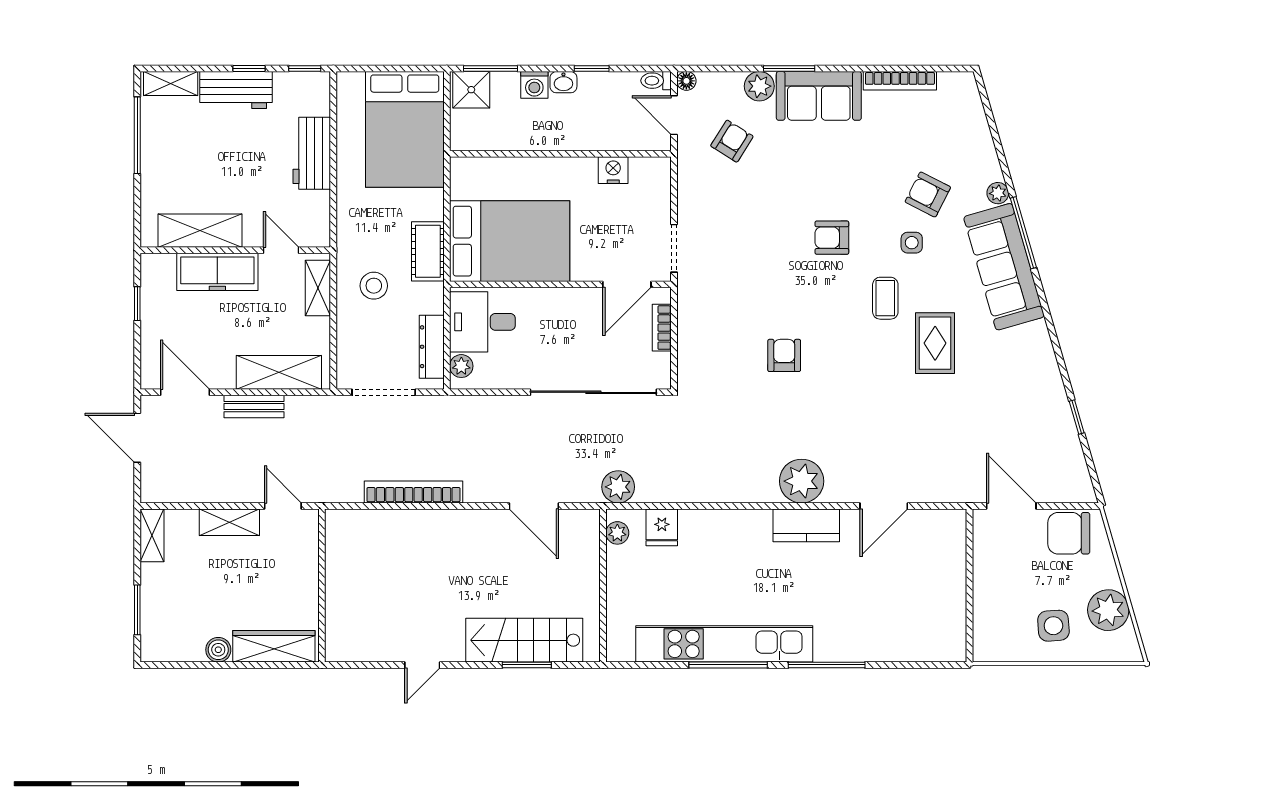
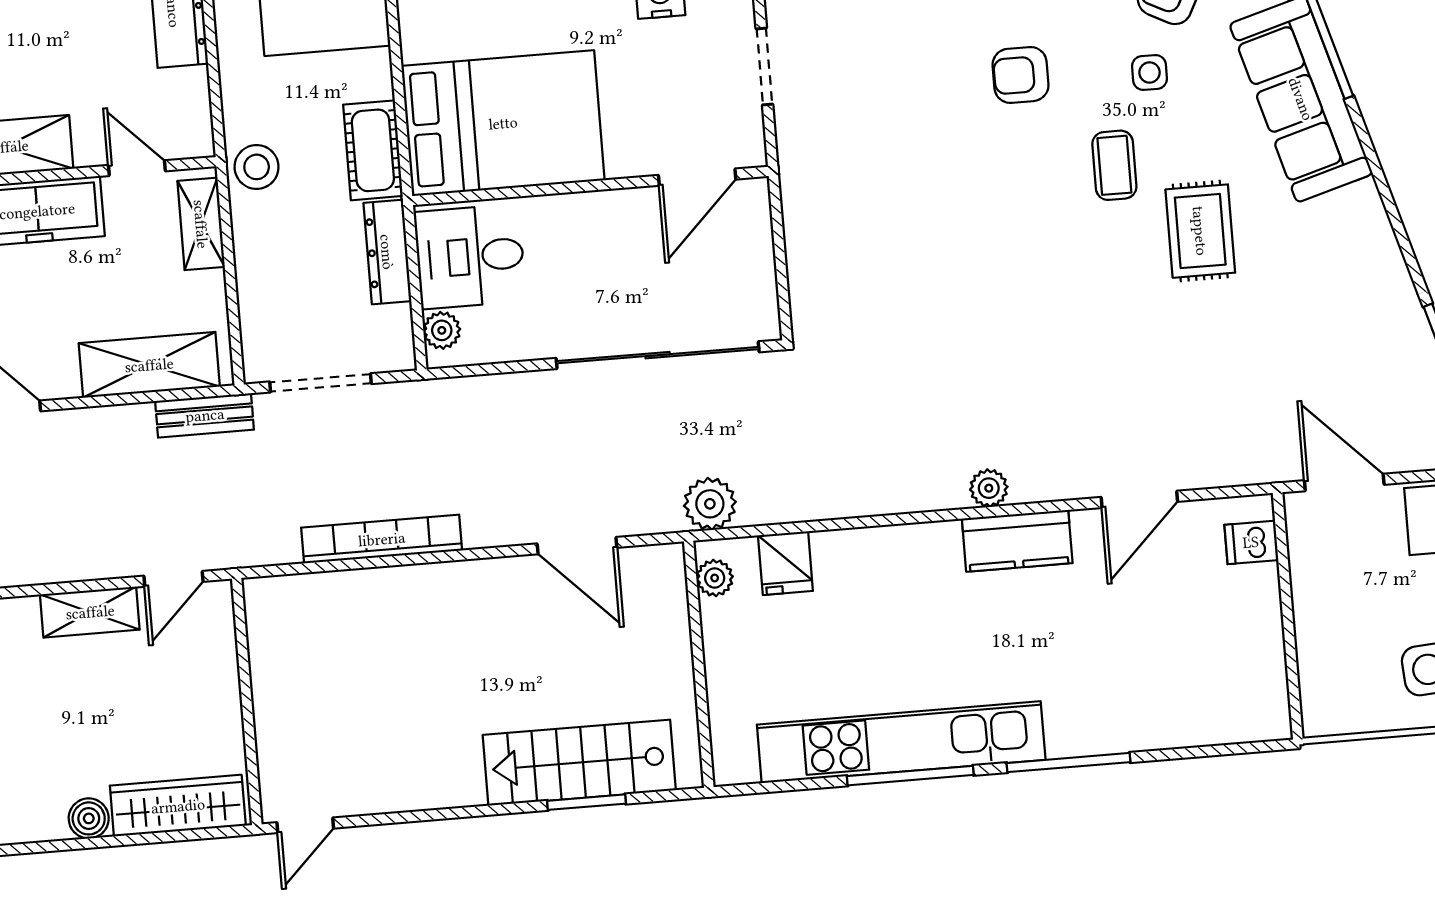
doorway: (674, 248) -> (764, 66), moved
stool: (374, 286) -> (257, 167), moved
bookcase: (662, 328) -> (759, 242), removed
dresser: (432, 347) -> (387, 252), moved
armchair: (784, 355) -> (959, 271), removed
bench: (254, 407) -> (205, 415), moved
plant: (802, 481) -> (989, 488), width x0.53, depth x0.53
door: (283, 506) -> (174, 579), swing flipped
dishwasher: (951, 538) -> (1251, 542), added
door: (422, 665) -> (305, 825), moved

